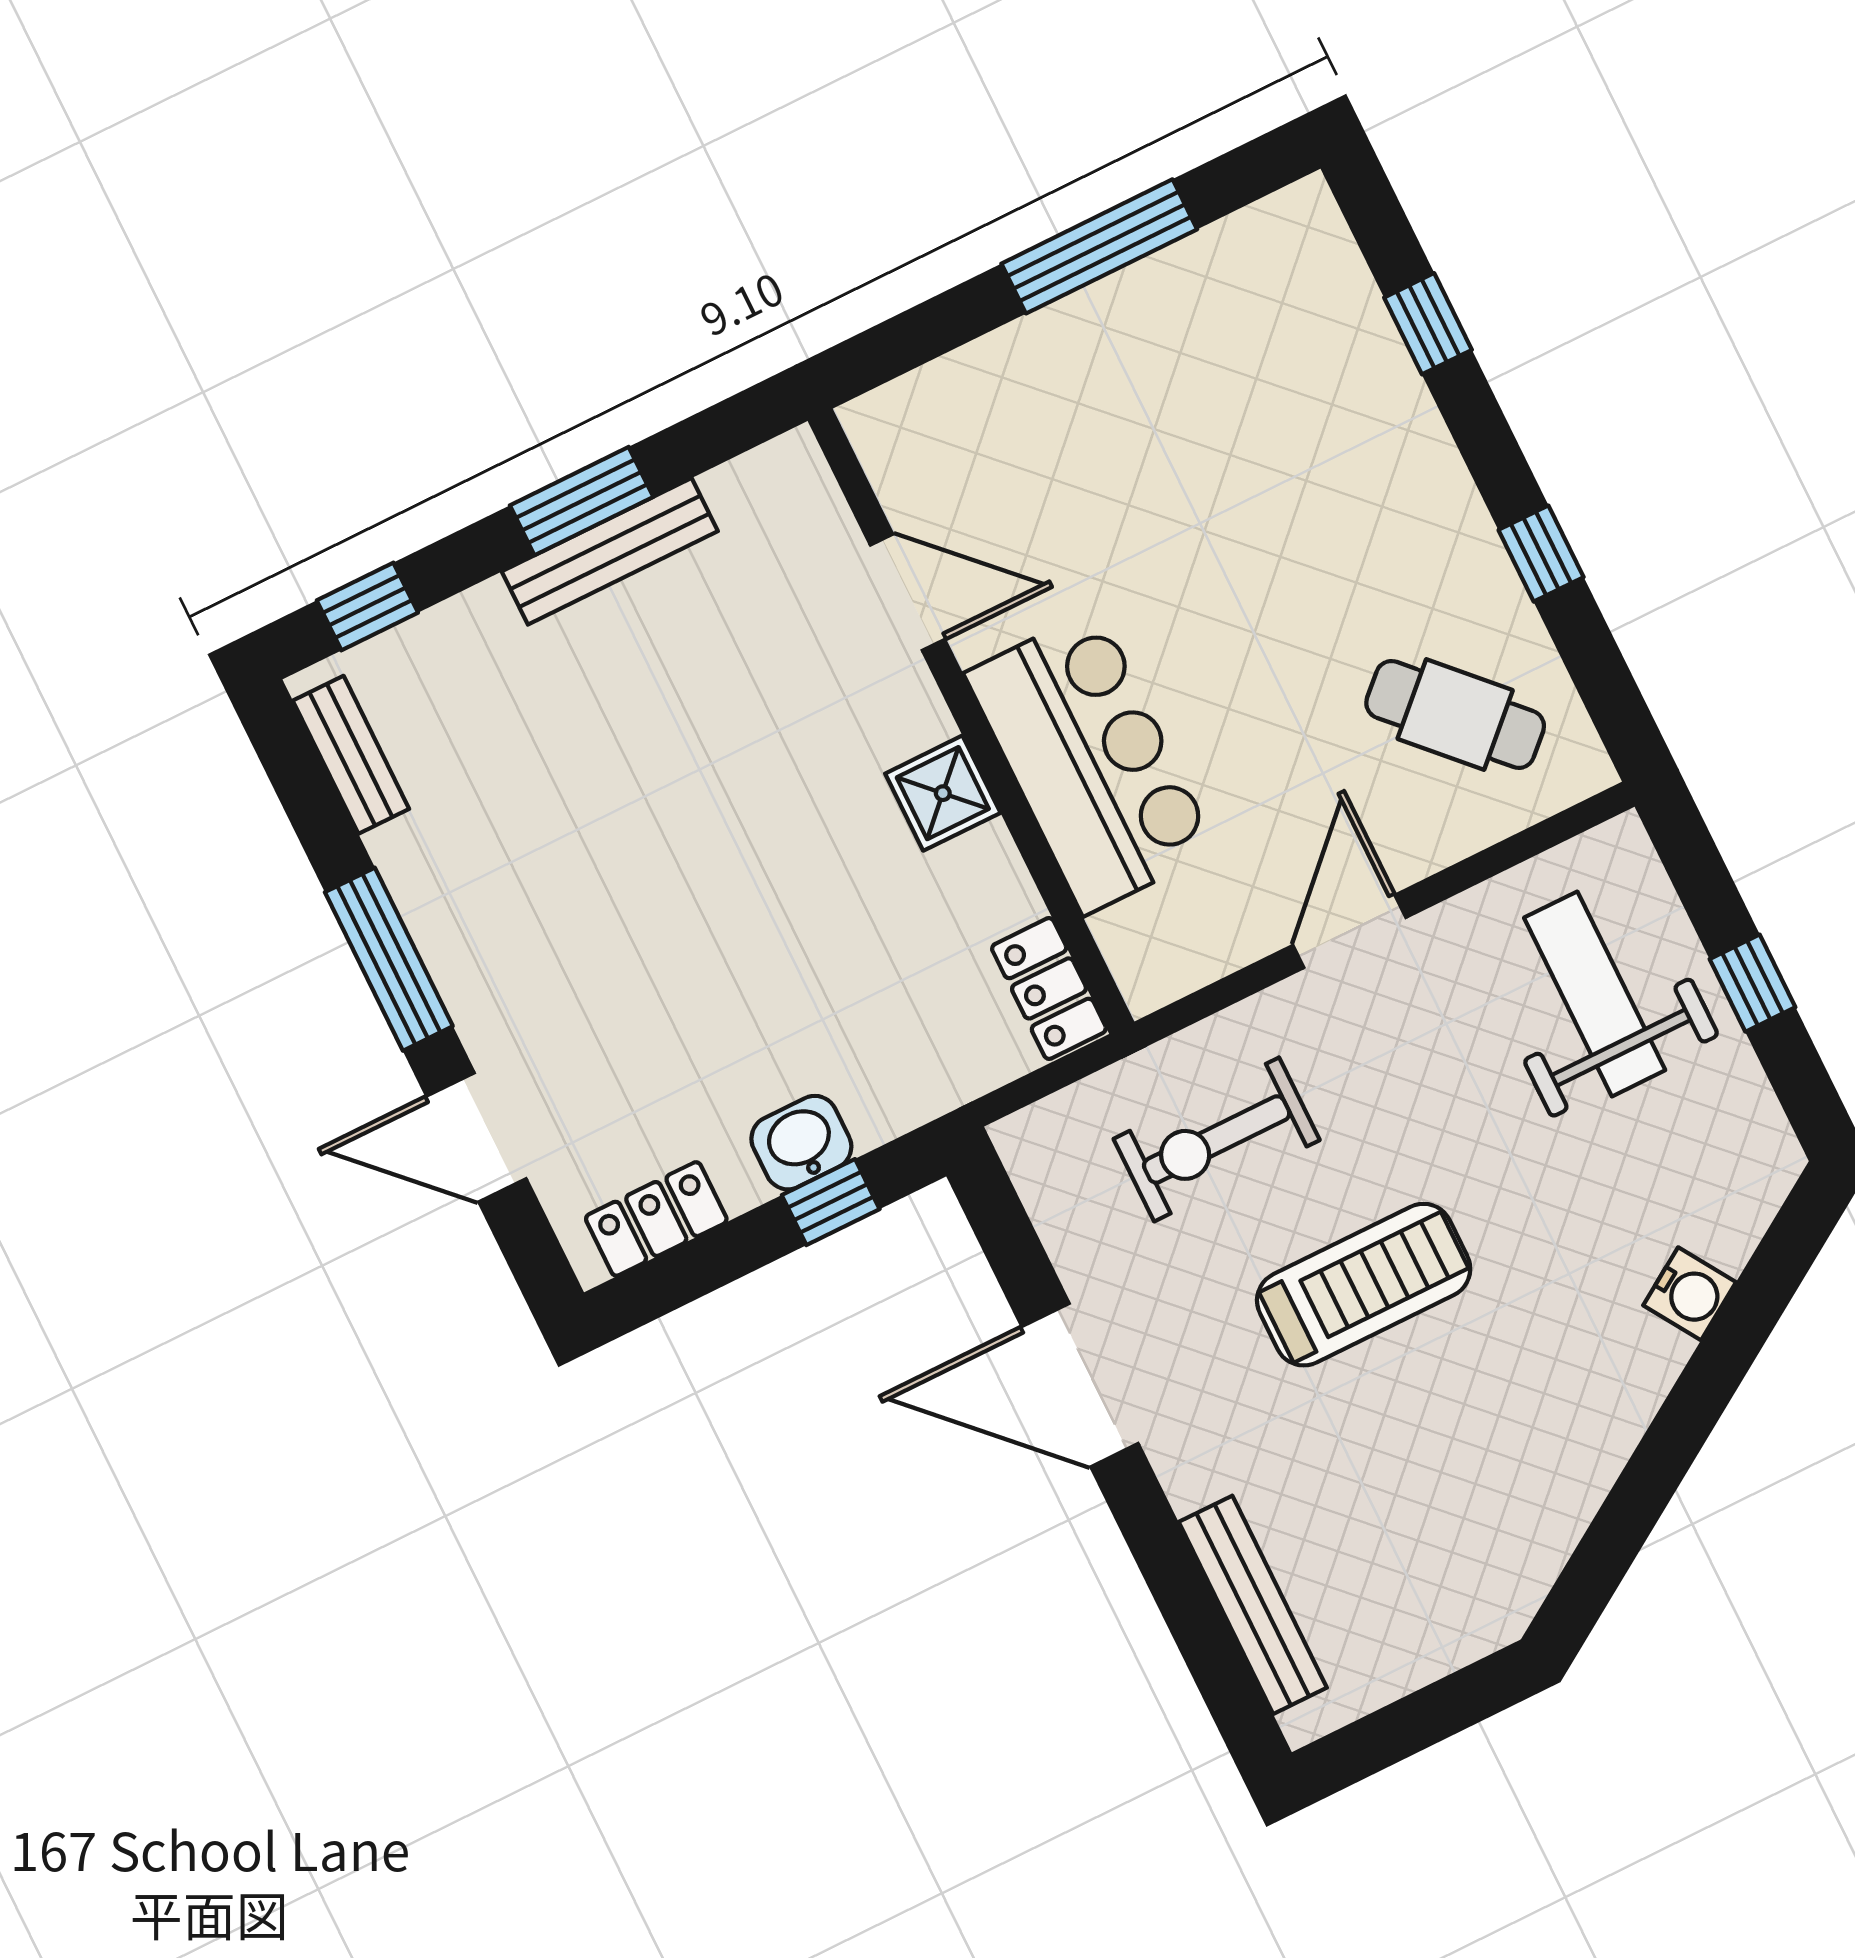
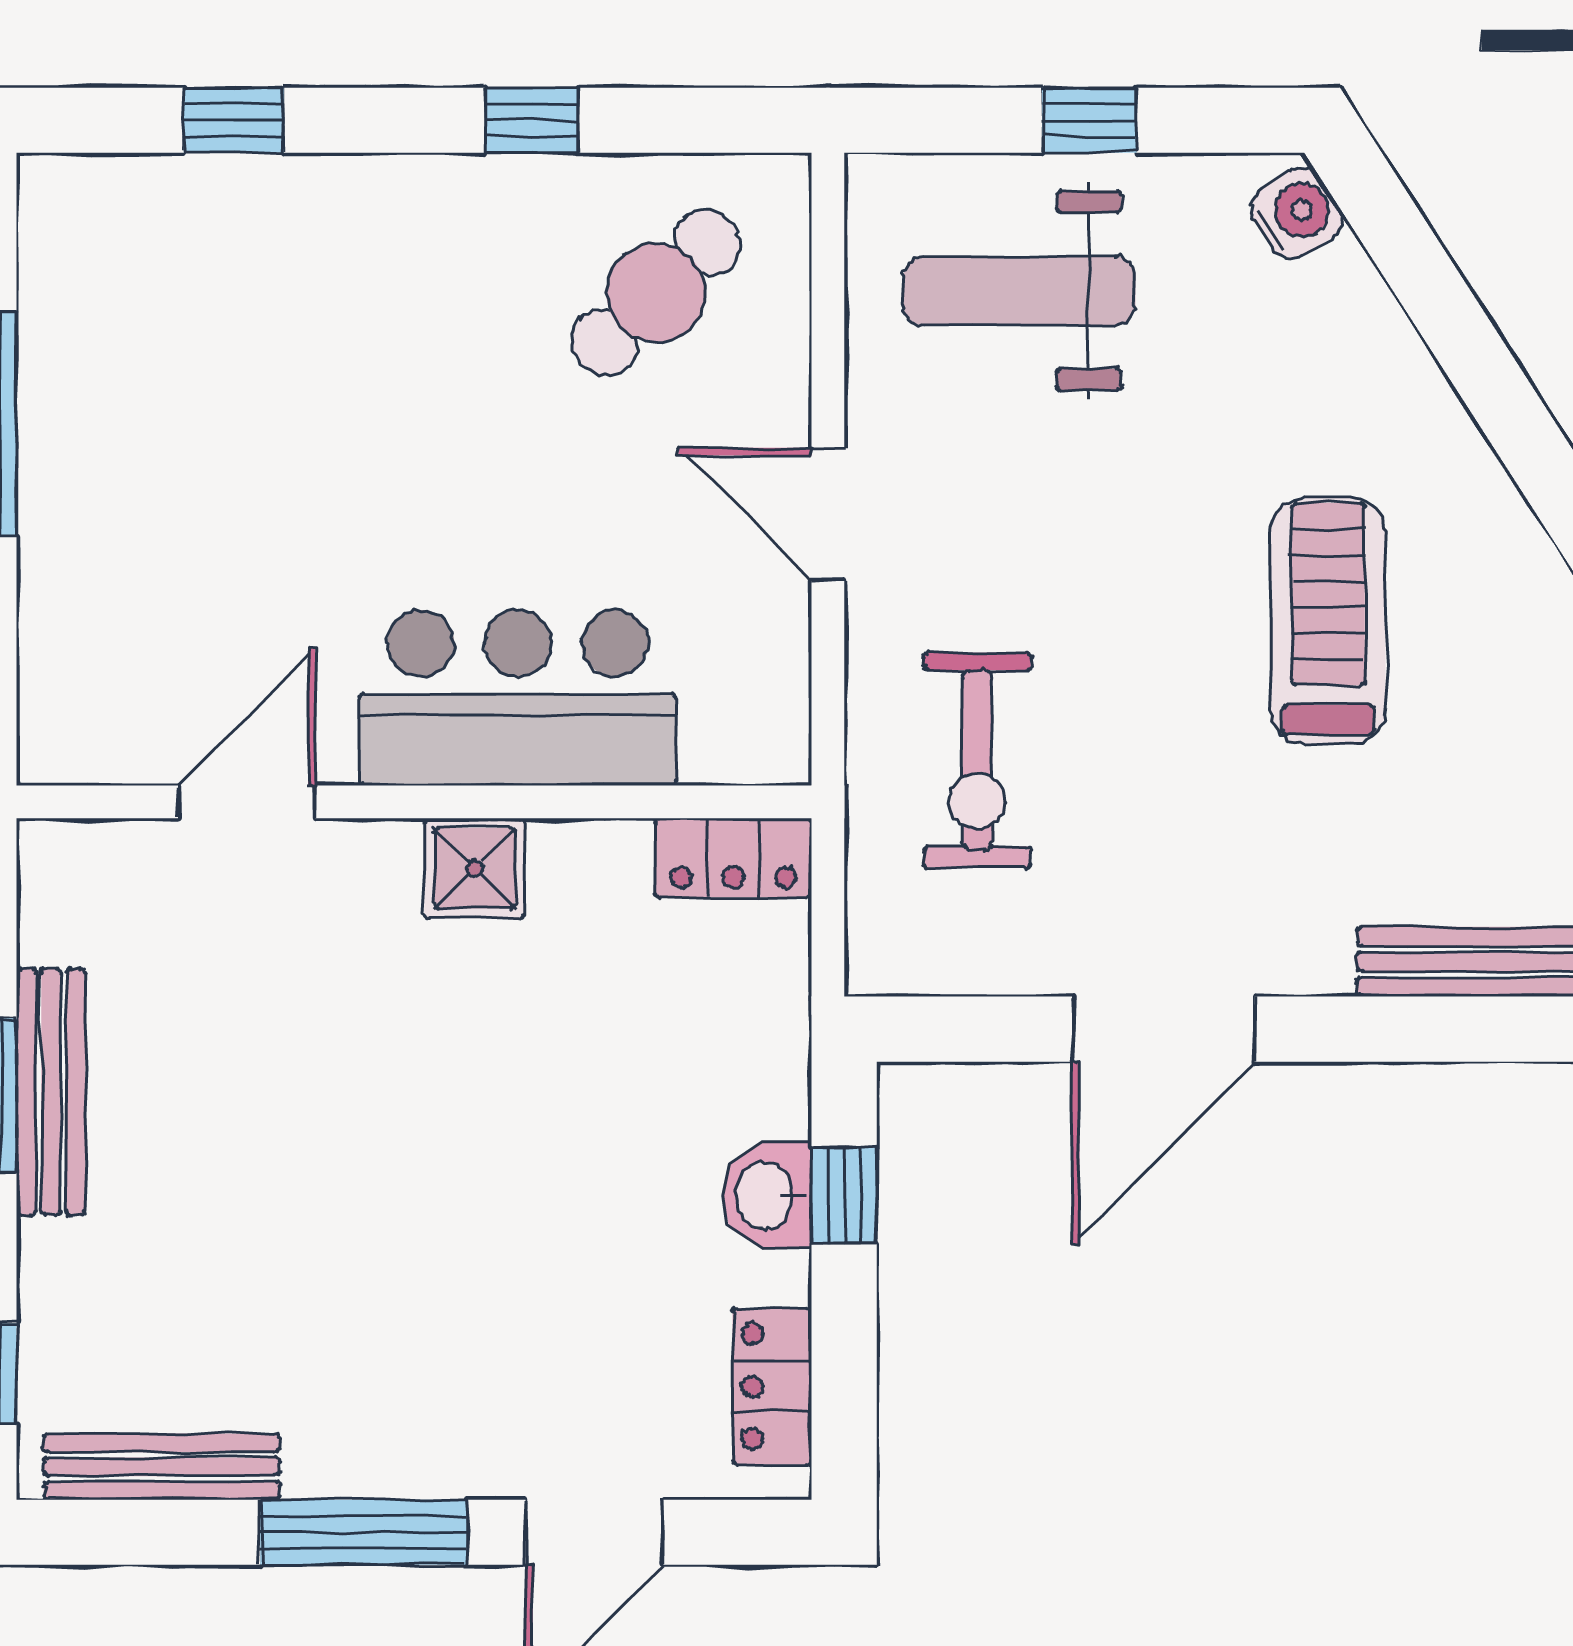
bench: (351, 755) -> (162, 1467), width x1.36
treadmill: (1364, 1285) -> (1328, 621), moved
water cooler: (1690, 1294) -> (1296, 213), moved

